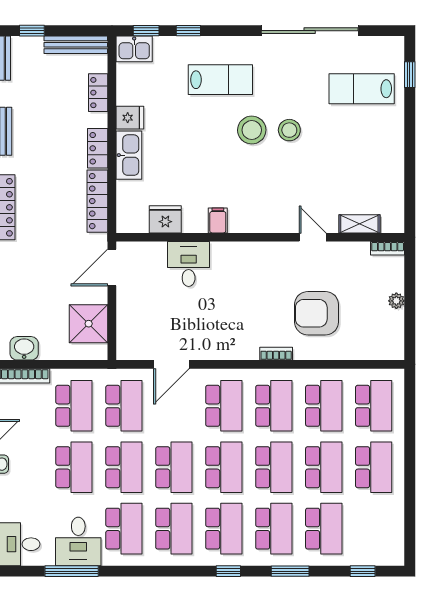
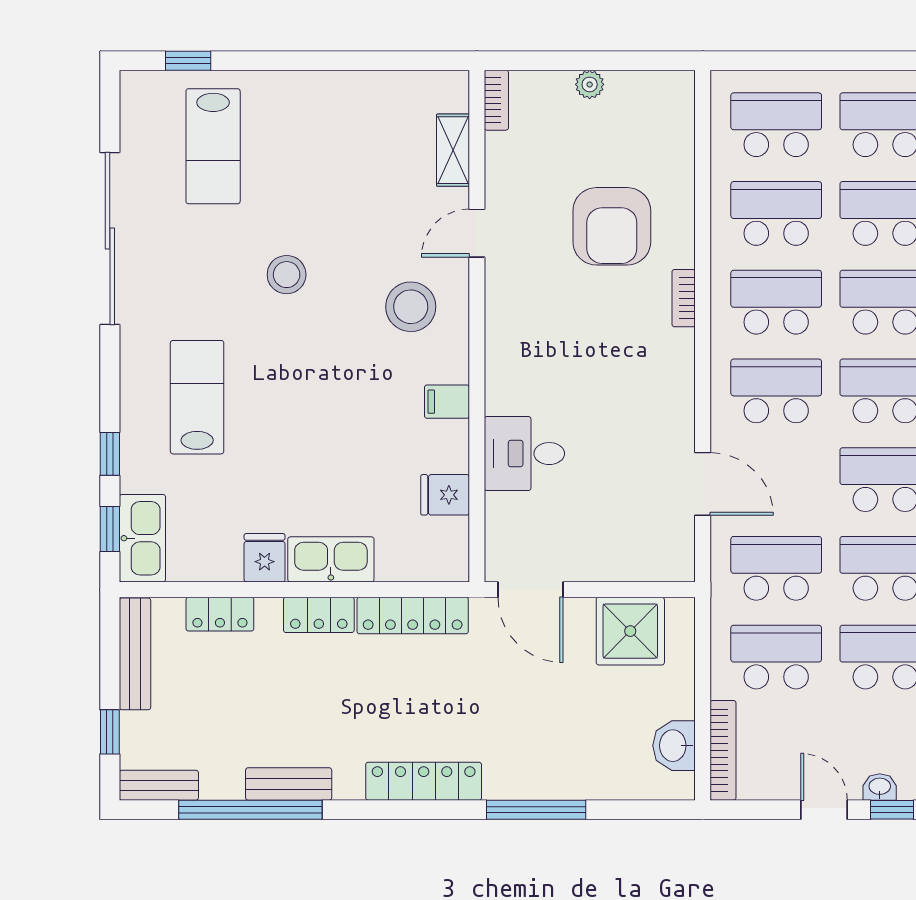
kitchen sink: (134, 49) -> (142, 538), width x1.38
stool: (252, 130) -> (411, 307), moved
fridge: (165, 219) -> (445, 495), width x0.72

